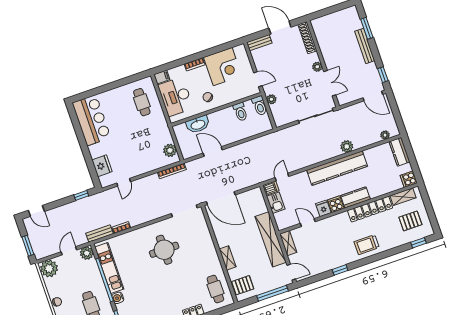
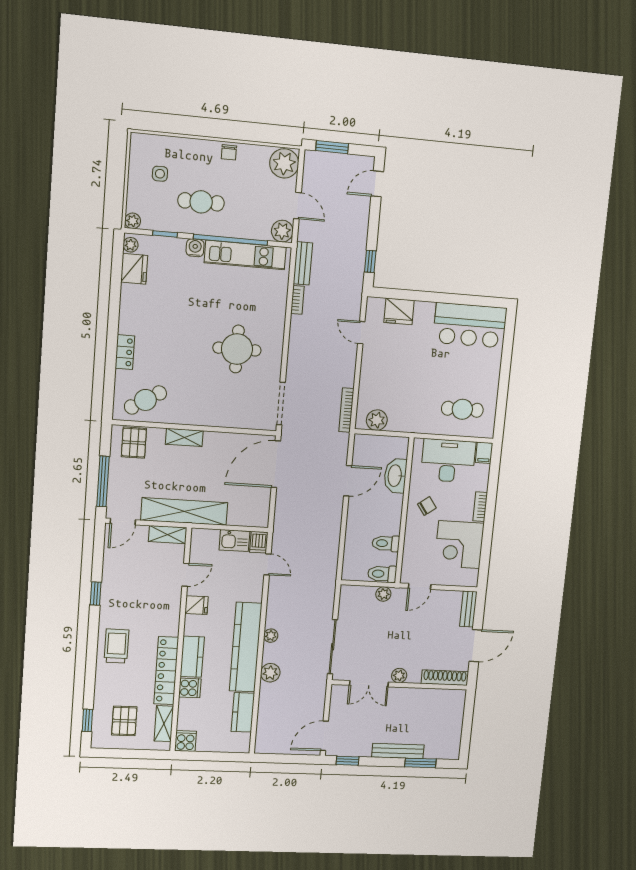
plant: (385, 135) -> (271, 636), moved
kitchen counter: (400, 152) -> (243, 712), moved, turned -90
cooker: (336, 204) -> (190, 688), moved
cafe table: (215, 289) -> (145, 400), turned -31

